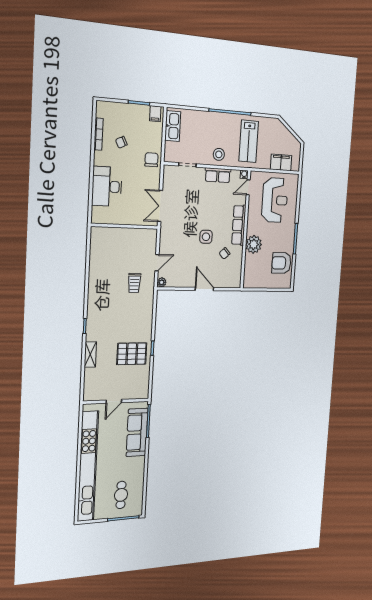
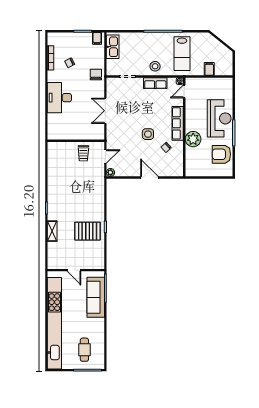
filing cabinet: (281, 162) -> (209, 69), width x0.50
reception desk: (275, 200) -> (219, 118), moved
wall: (125, 226) -> (76, 141), moved
trolley: (134, 283) -> (83, 153), moved
door: (114, 401) -> (74, 270), hinge flipped

